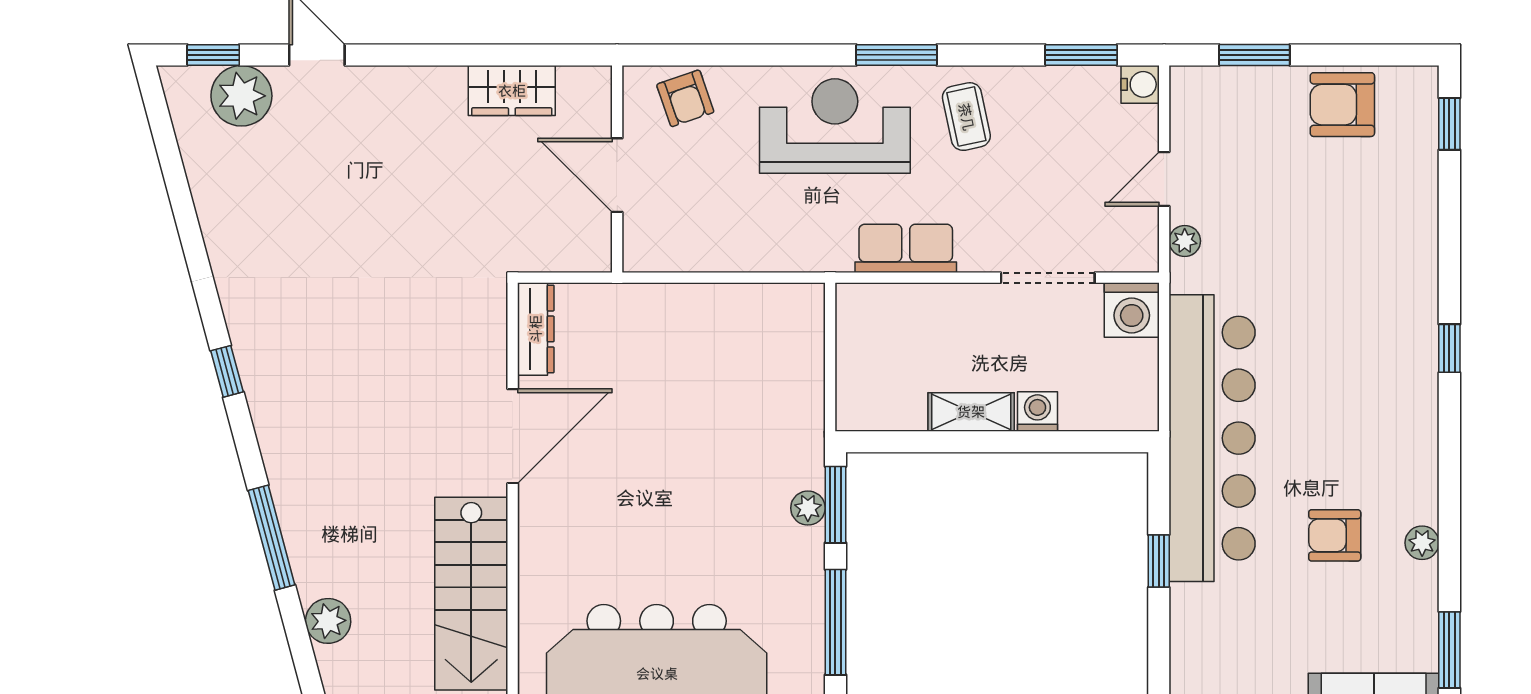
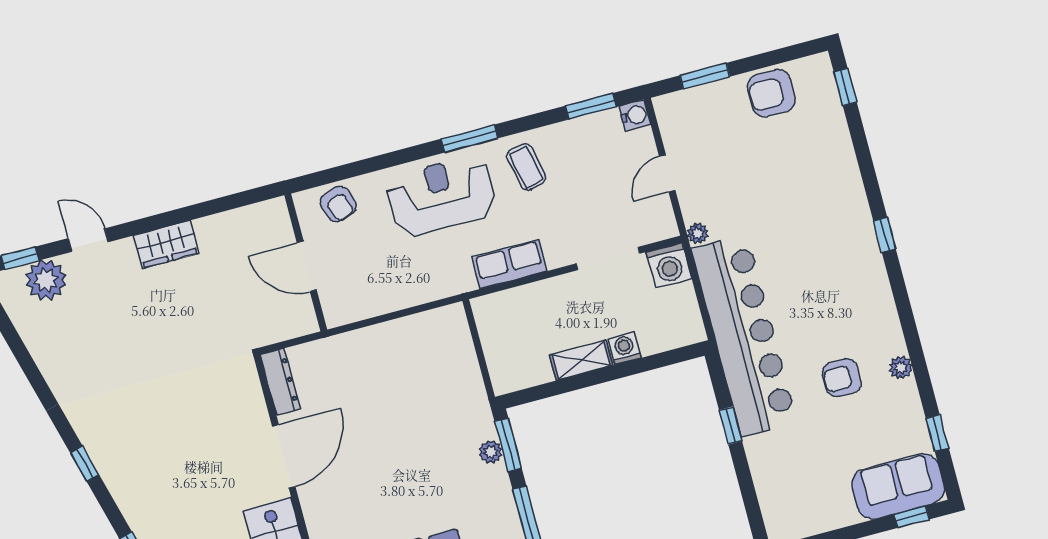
wardrobe: (512, 91) -> (166, 244), moved
plant: (1185, 241) -> (698, 233), moved
window: (1449, 650) -> (937, 433), width x0.67

